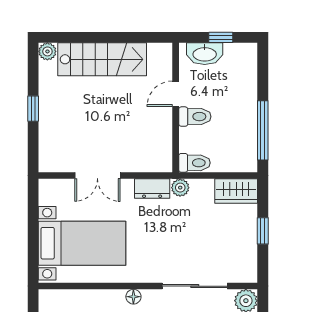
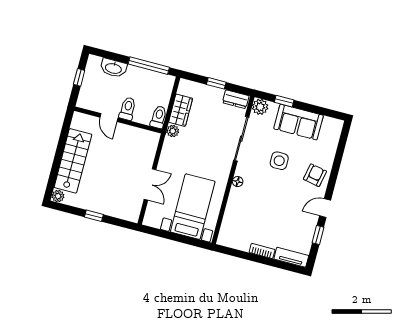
washbasin: (205, 54) -> (113, 68), moved, turned 90
dresser: (152, 189) -> (236, 99), moved, turned 90
wardrobe: (236, 191) -> (181, 110), moved

